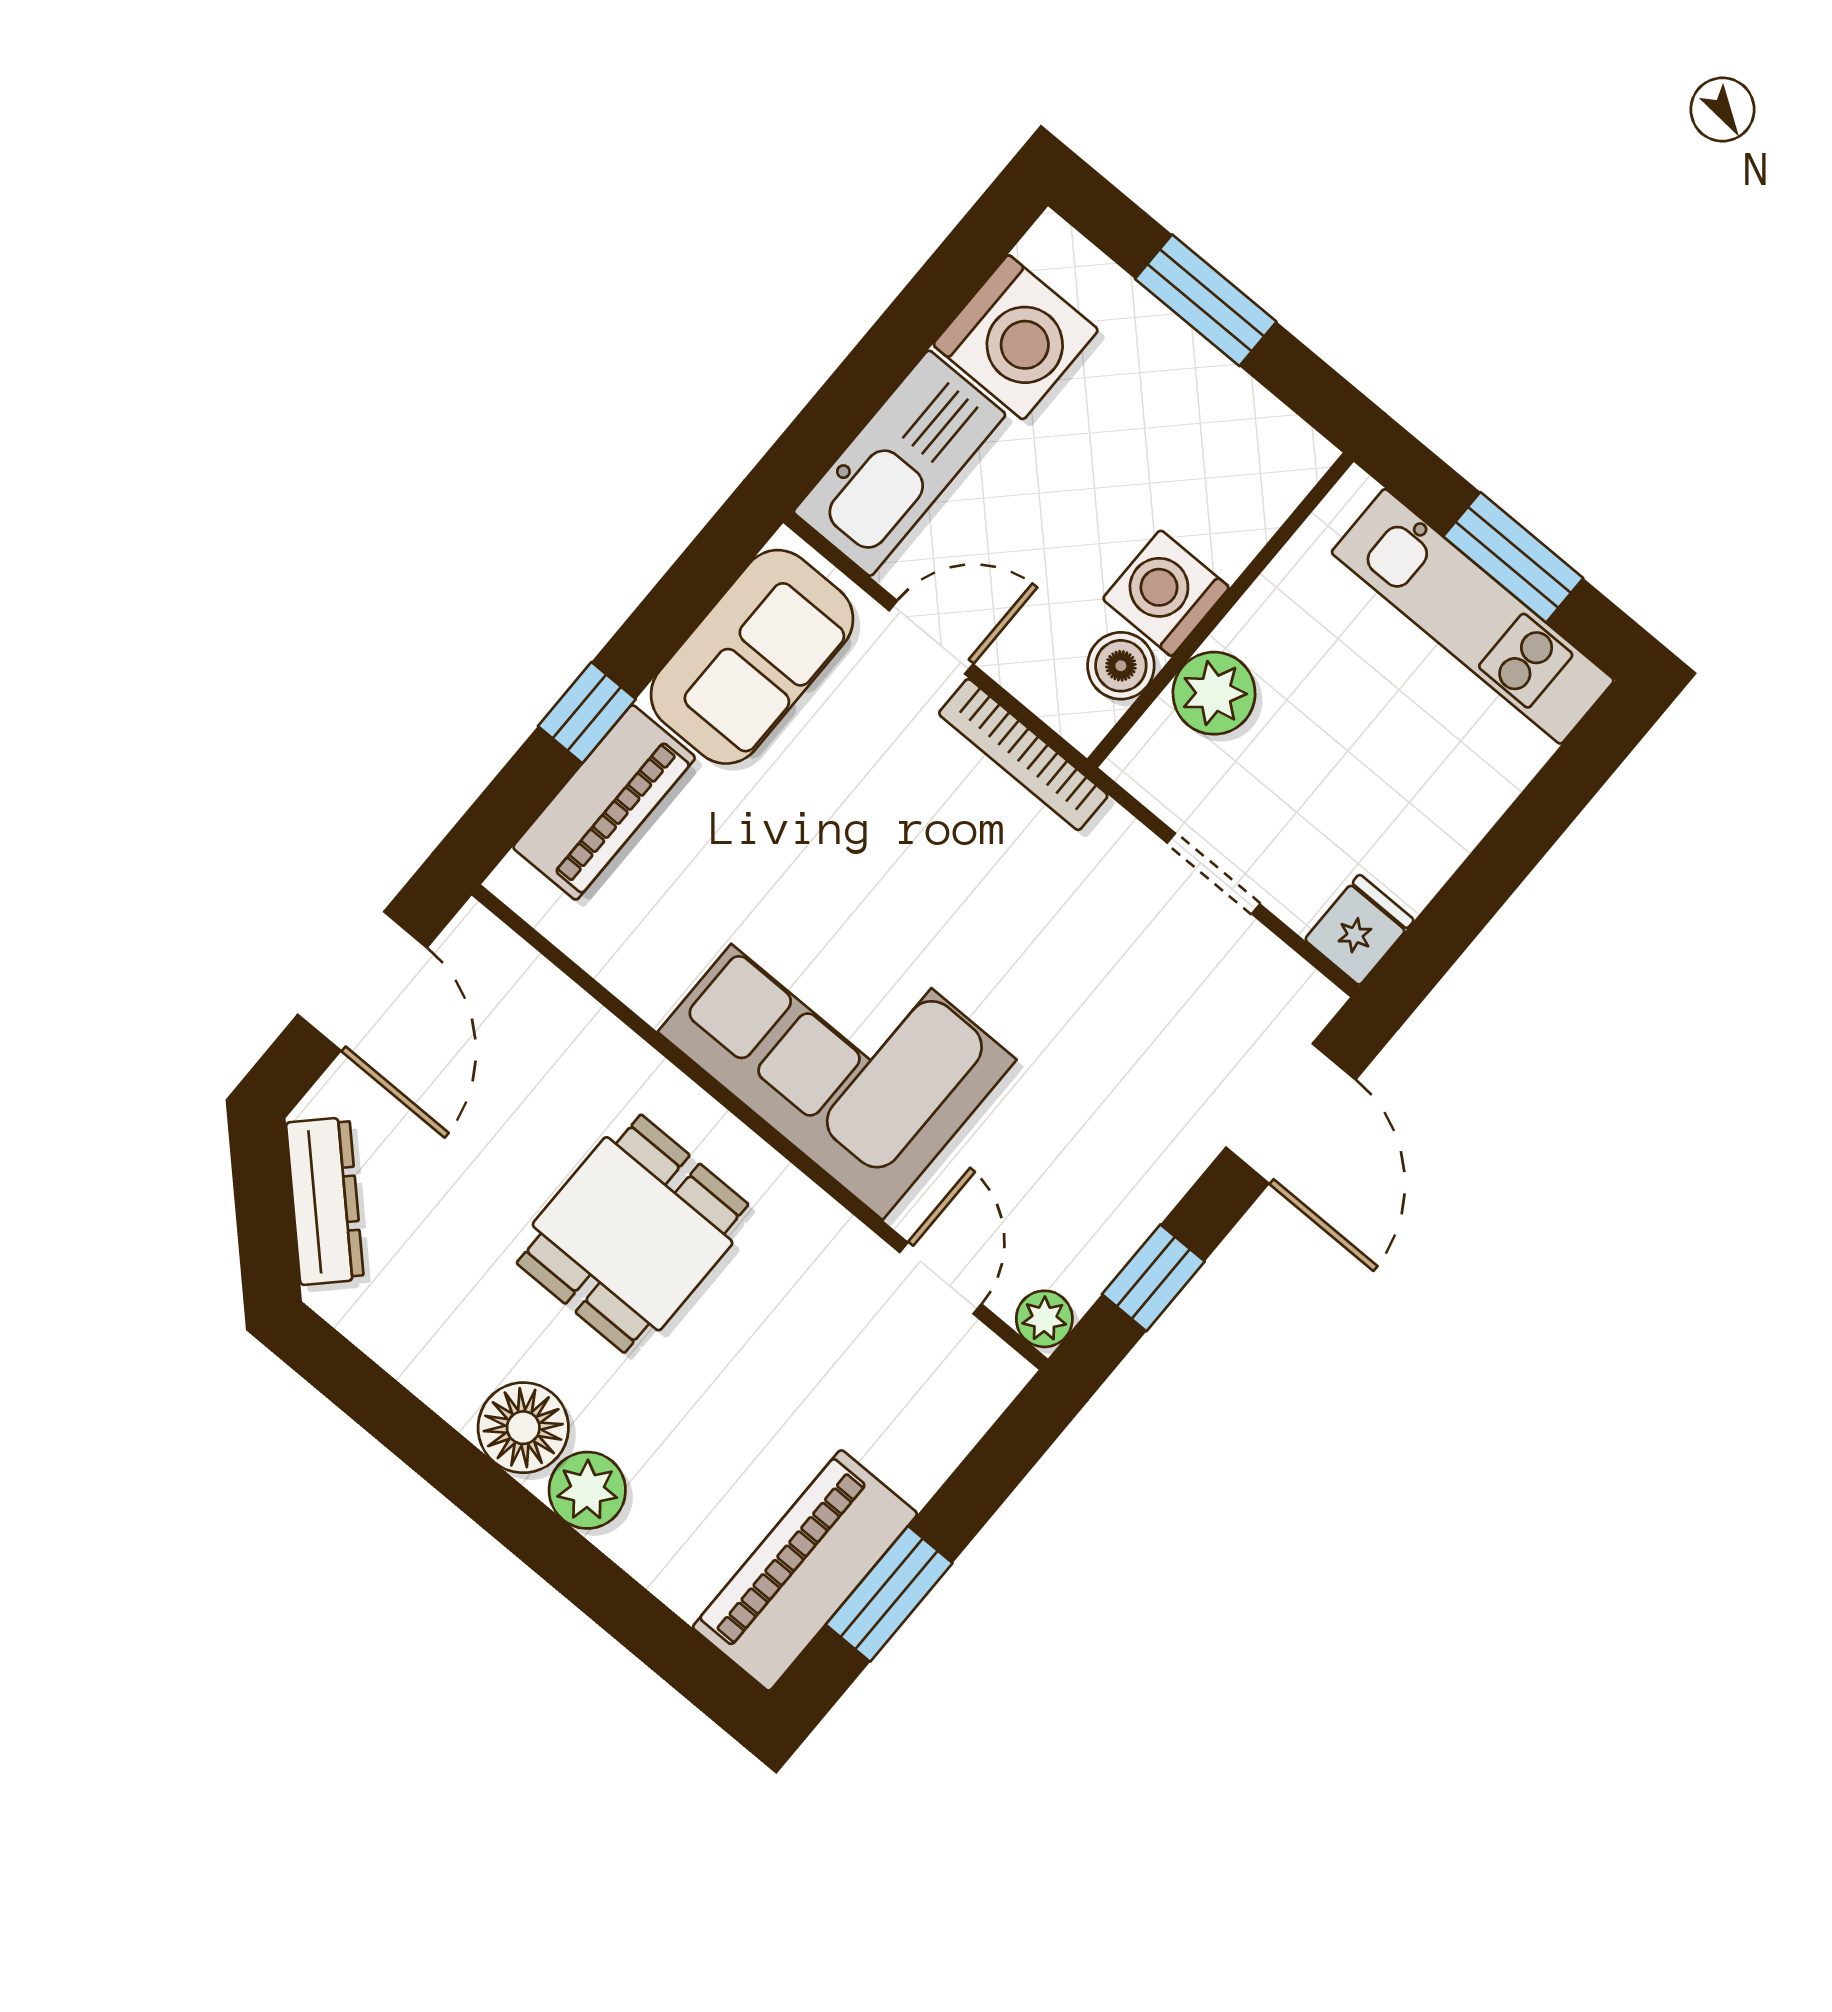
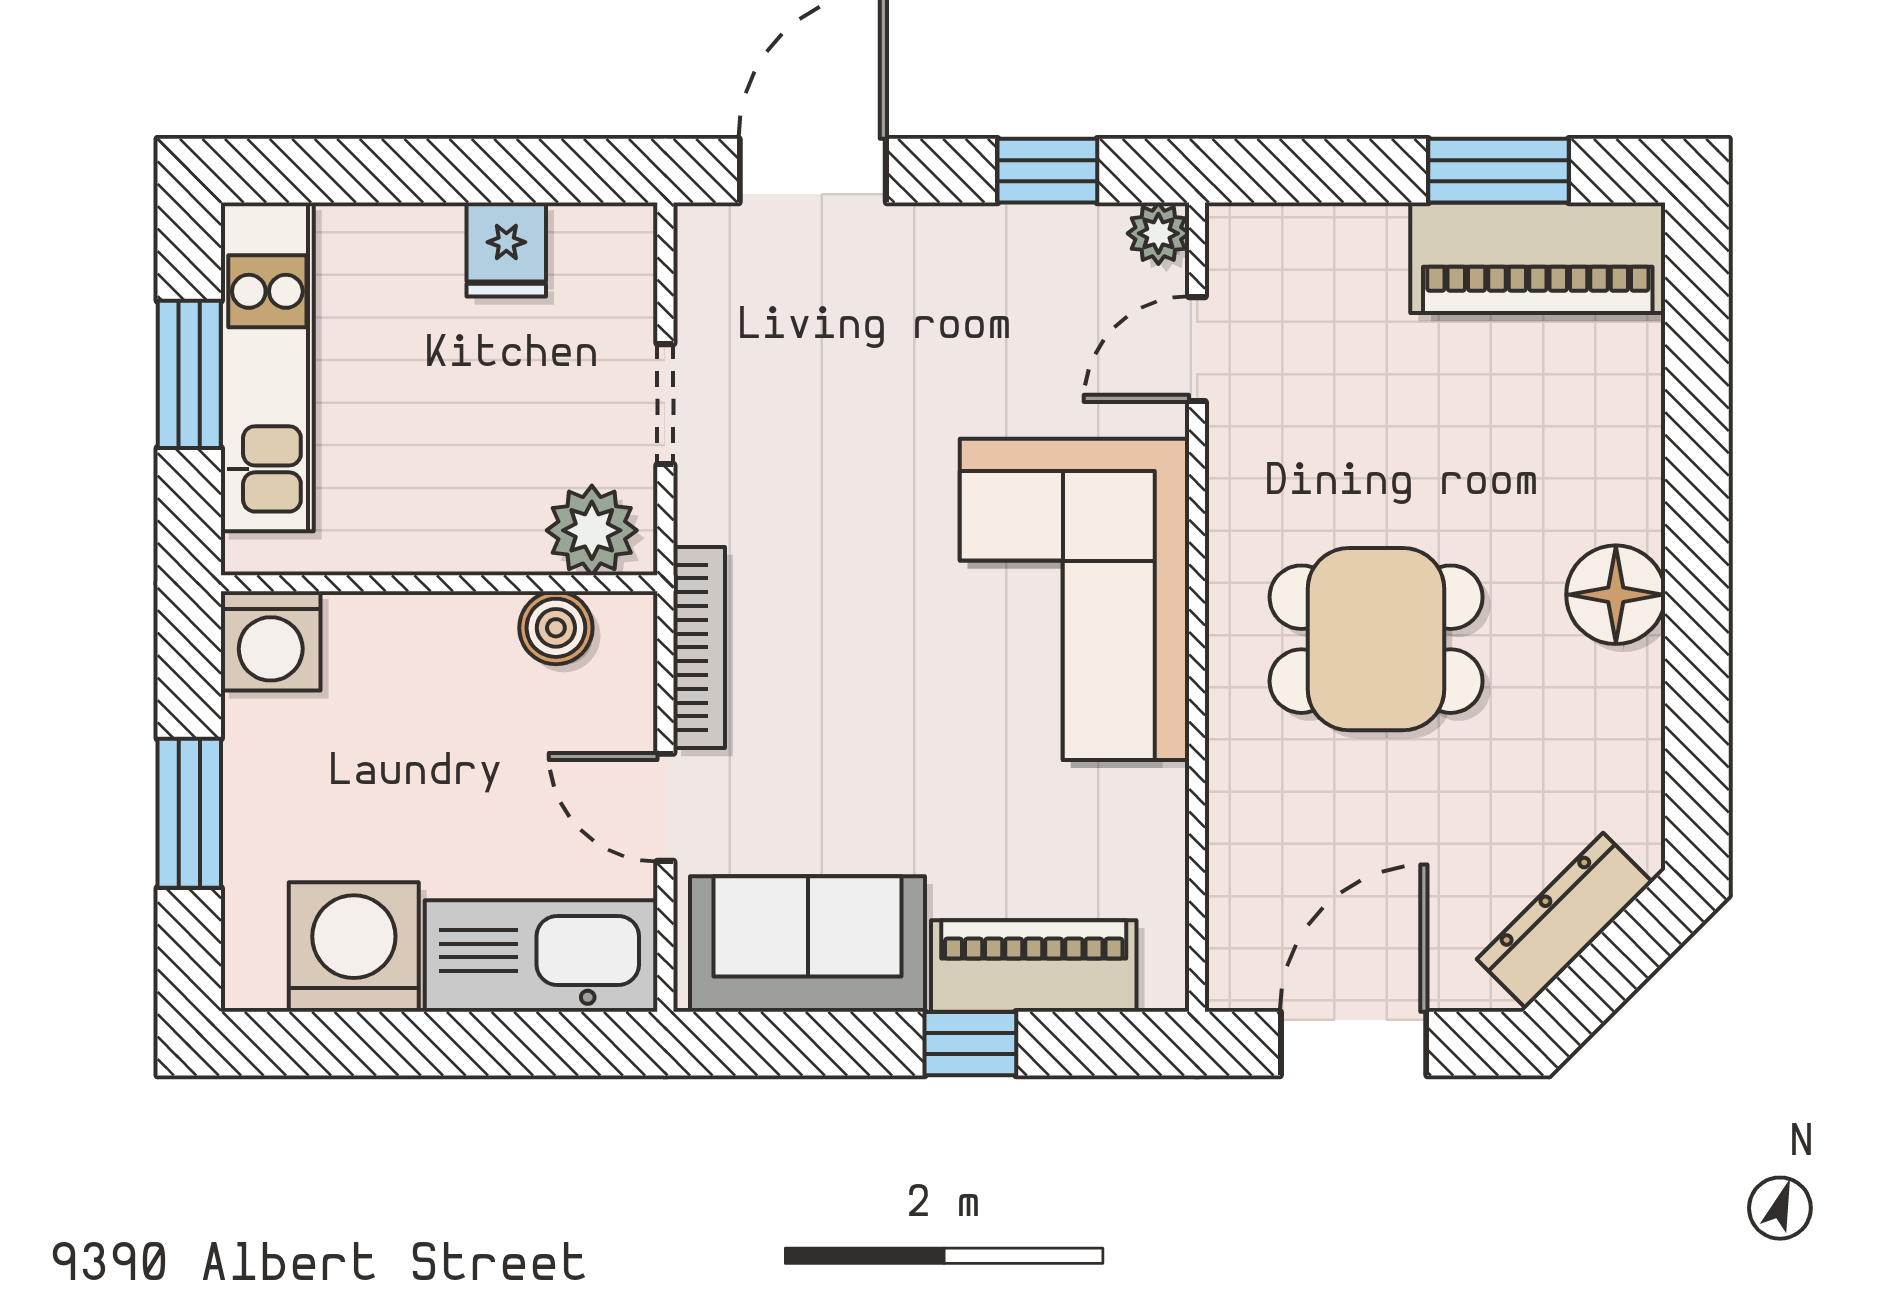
washing machine: (1166, 593) -> (271, 641), moved
plant: (1214, 693) -> (592, 530), moved
fridge: (1359, 930) -> (506, 250), moved, turned -90
plant: (587, 1490) -> (1623, 497), removed

